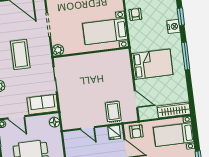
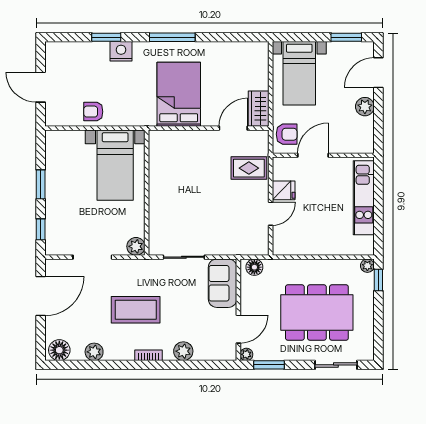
wardrobe: (174, 110) -> (259, 109), moved, width x0.67
fridge: (114, 132) -> (284, 190), moved

